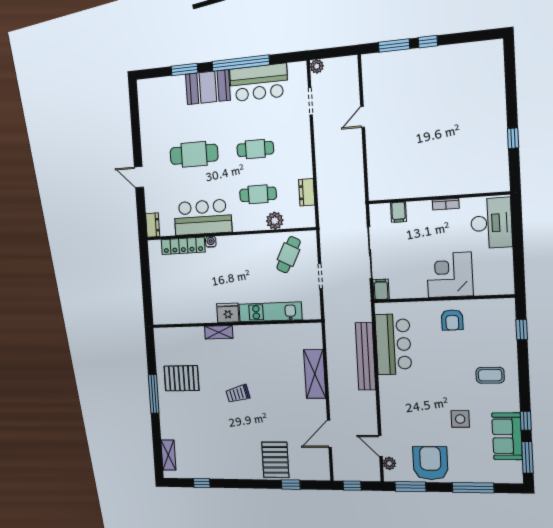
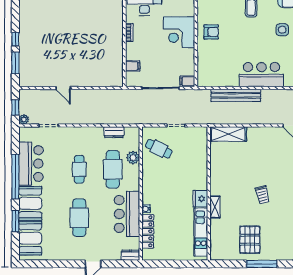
window: (332, 53) -> (15, 108), added
booth: (164, 92) -> (30, 238), added
cafe table: (258, 194) -> (113, 169), width x1.37, depth x1.35
kitchen unit: (270, 312) -> (201, 232), moved
bar counter: (393, 344) -> (261, 75), moved
shelving: (315, 374) -> (228, 134), moved

